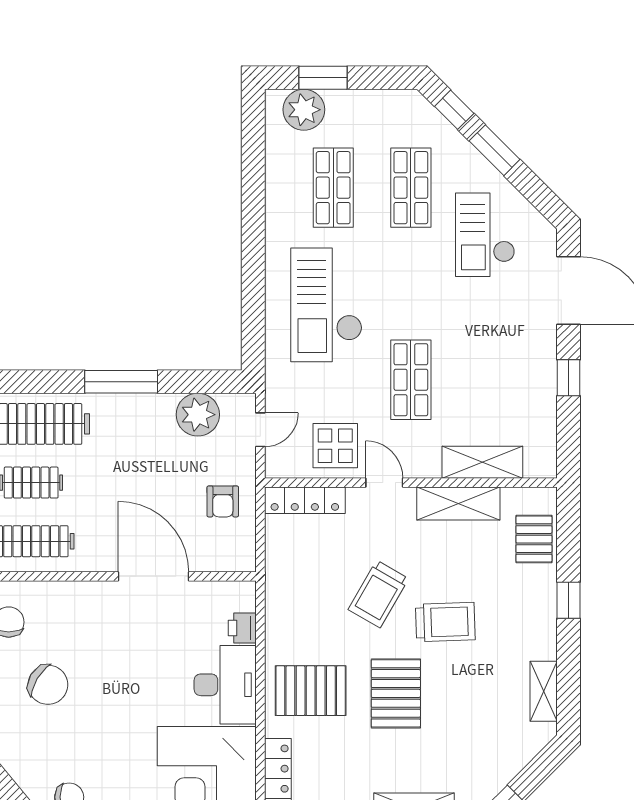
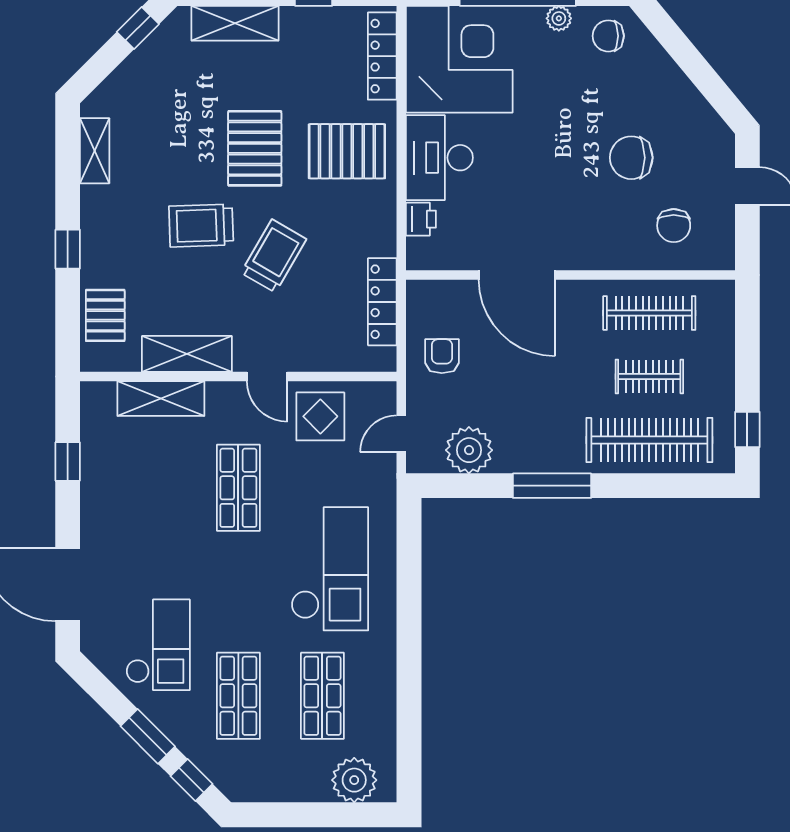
window: (323, 78) -> (334, 815), removed
window: (569, 378) -> (68, 462), moved
locker: (305, 500) -> (382, 302), moved, turned -90
chair: (48, 685) -> (631, 158), turned -31

